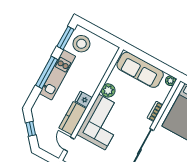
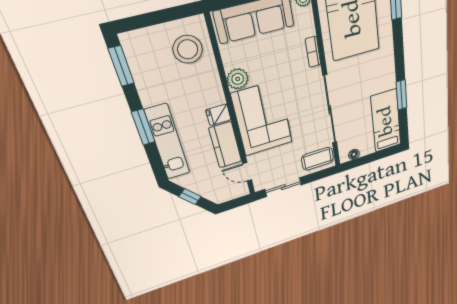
stool: (81, 44) -> (188, 49), moved
window: (47, 72) -> (143, 127), width x0.69
kitchen unit: (58, 75) -> (168, 142), moved

